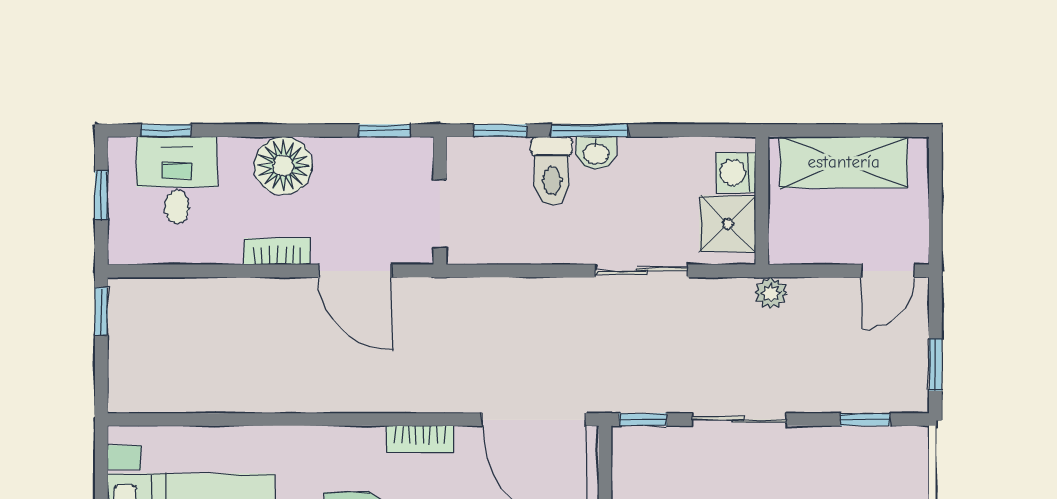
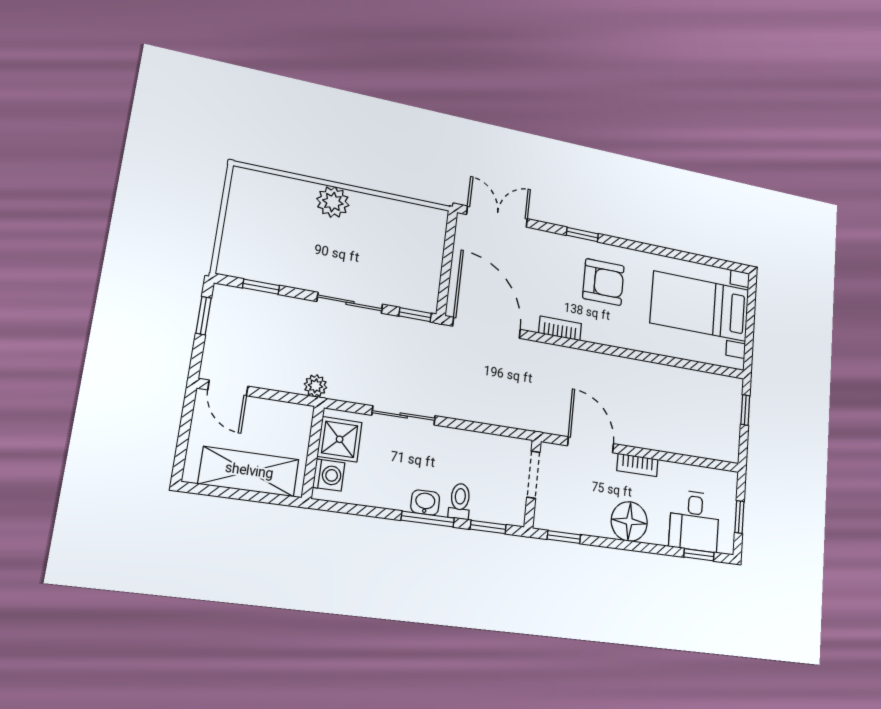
toilet: (552, 171) -> (460, 501), width x0.73, depth x0.72
door: (888, 271) -> (228, 388), swing flipped
window: (101, 311) -> (745, 410), moved

